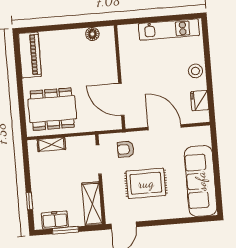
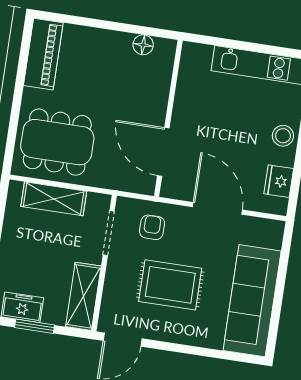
shelving: (51, 144) -> (54, 199), width x1.50, depth x1.33
armchair: (126, 149) -> (152, 227), turned 90

